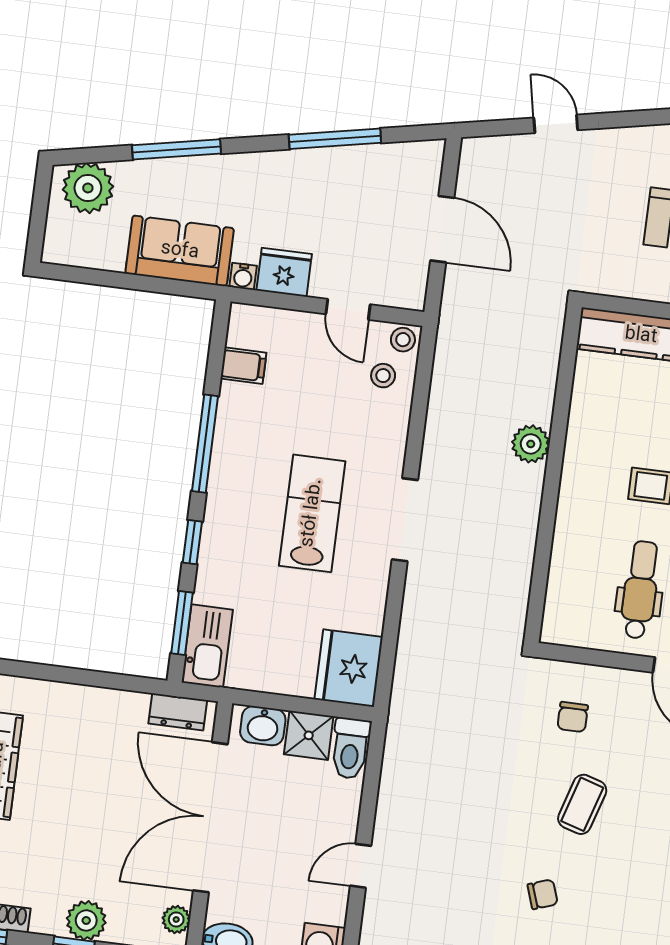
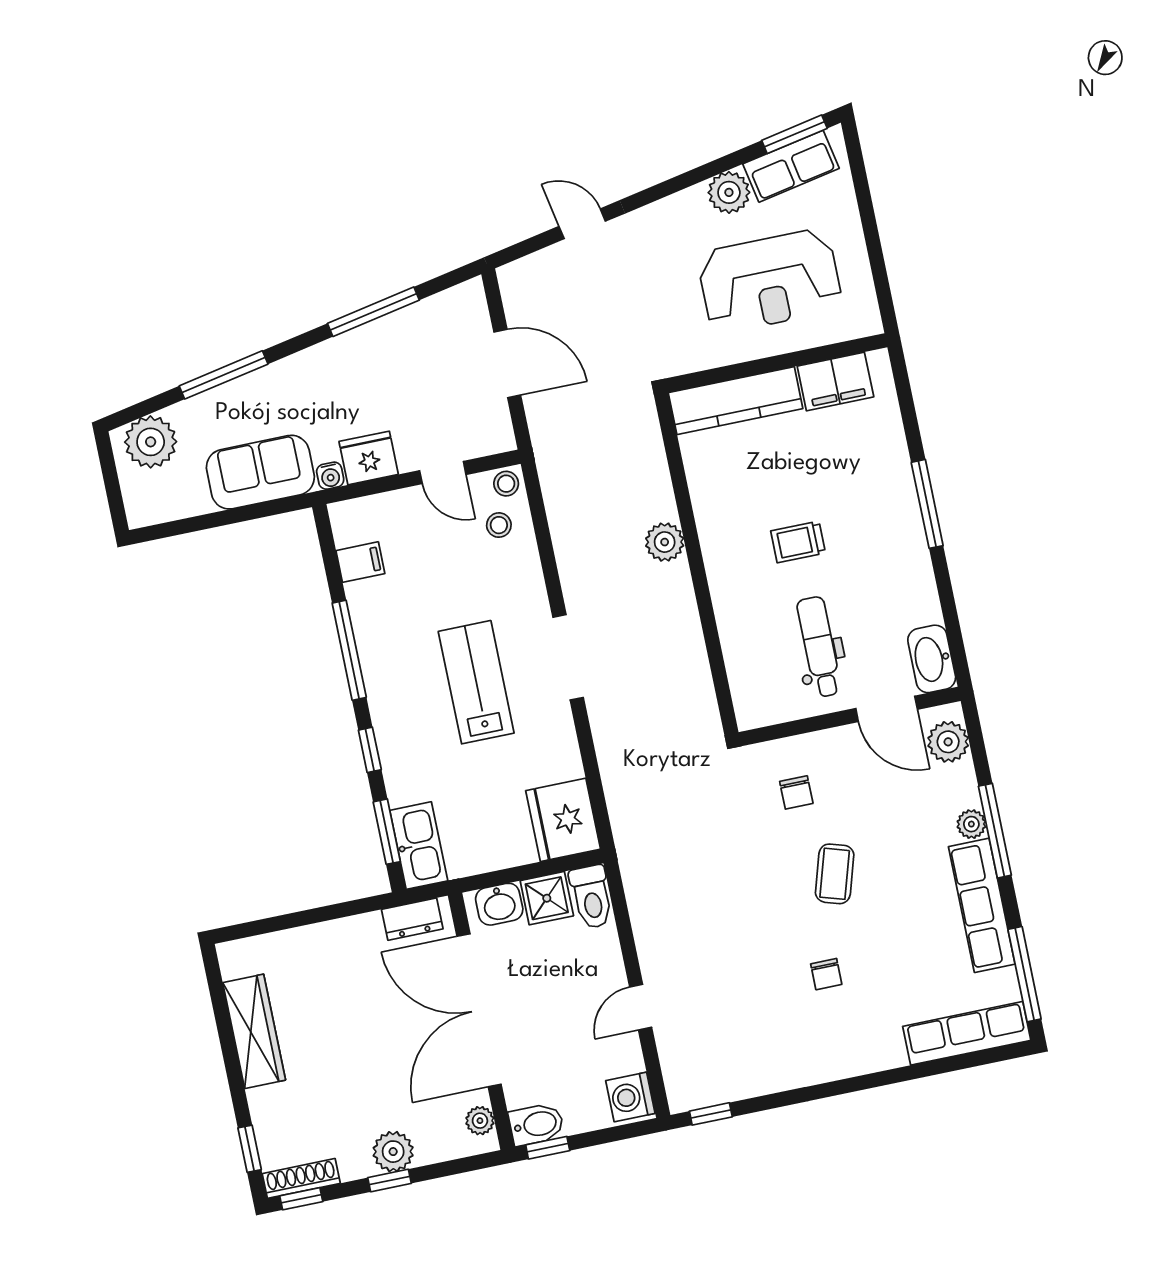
chair: (543, 894) -> (826, 974), turned 109

